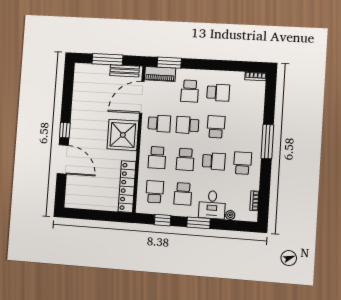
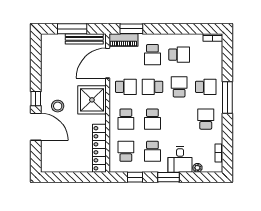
bench: (125, 71) -> (84, 39), width x1.36
stool: (87, 139) -> (58, 106), added
school desk: (214, 161) -> (206, 87), moved

